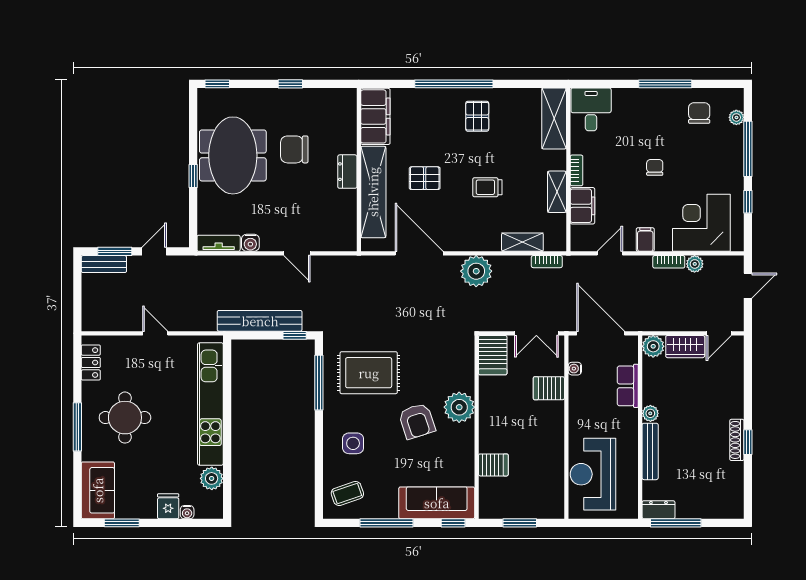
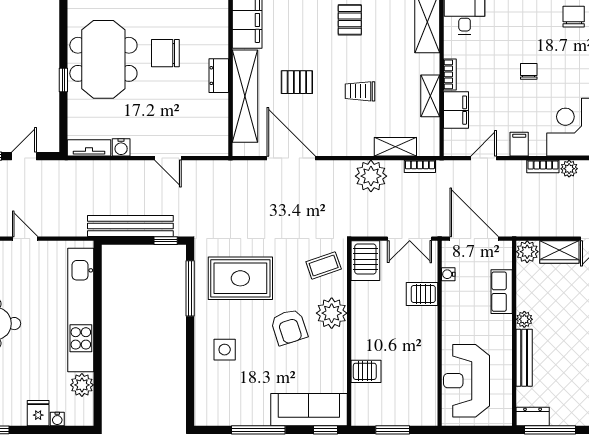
plant: (476, 271) -> (371, 176), moved
coffee table: (347, 494) -> (324, 265), moved

